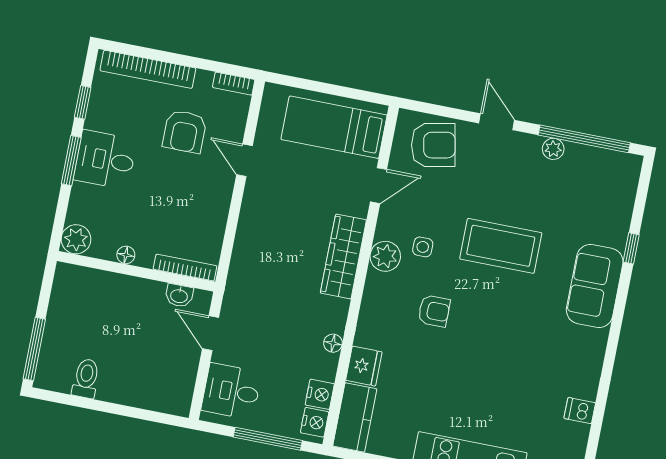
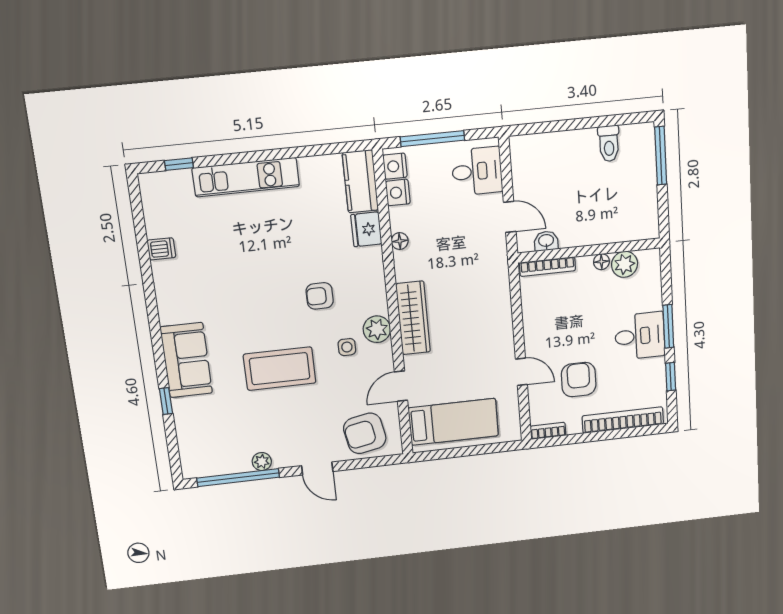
plant: (76, 239) -> (625, 264), moved

